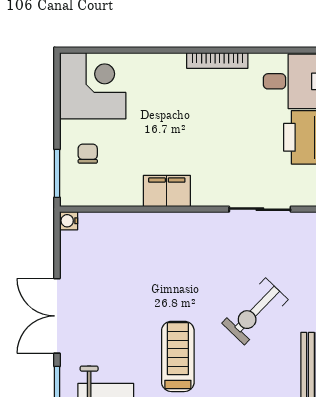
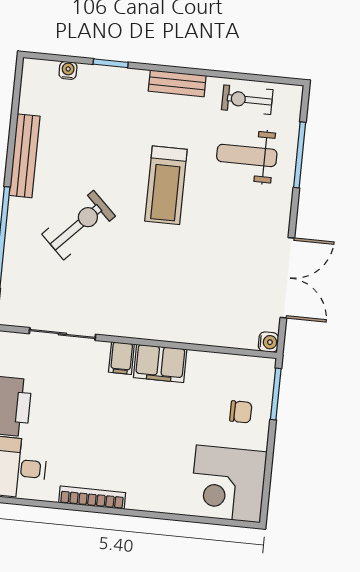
chair: (88, 154) -> (241, 412), turned -90
filing cabinet: (203, 192) -> (121, 358), added
double door: (57, 316) -> (287, 278), moved

